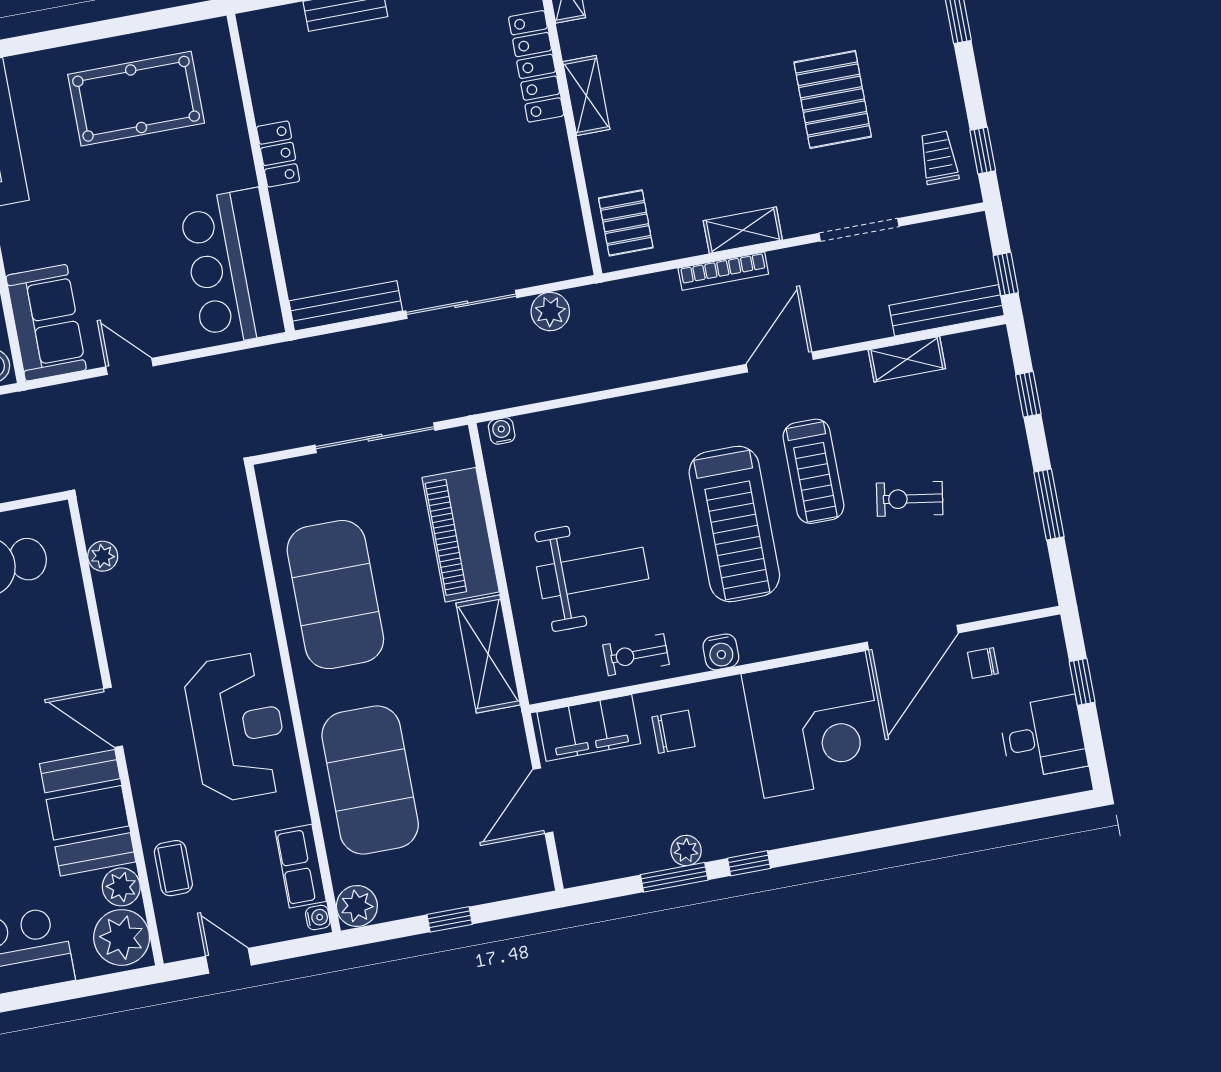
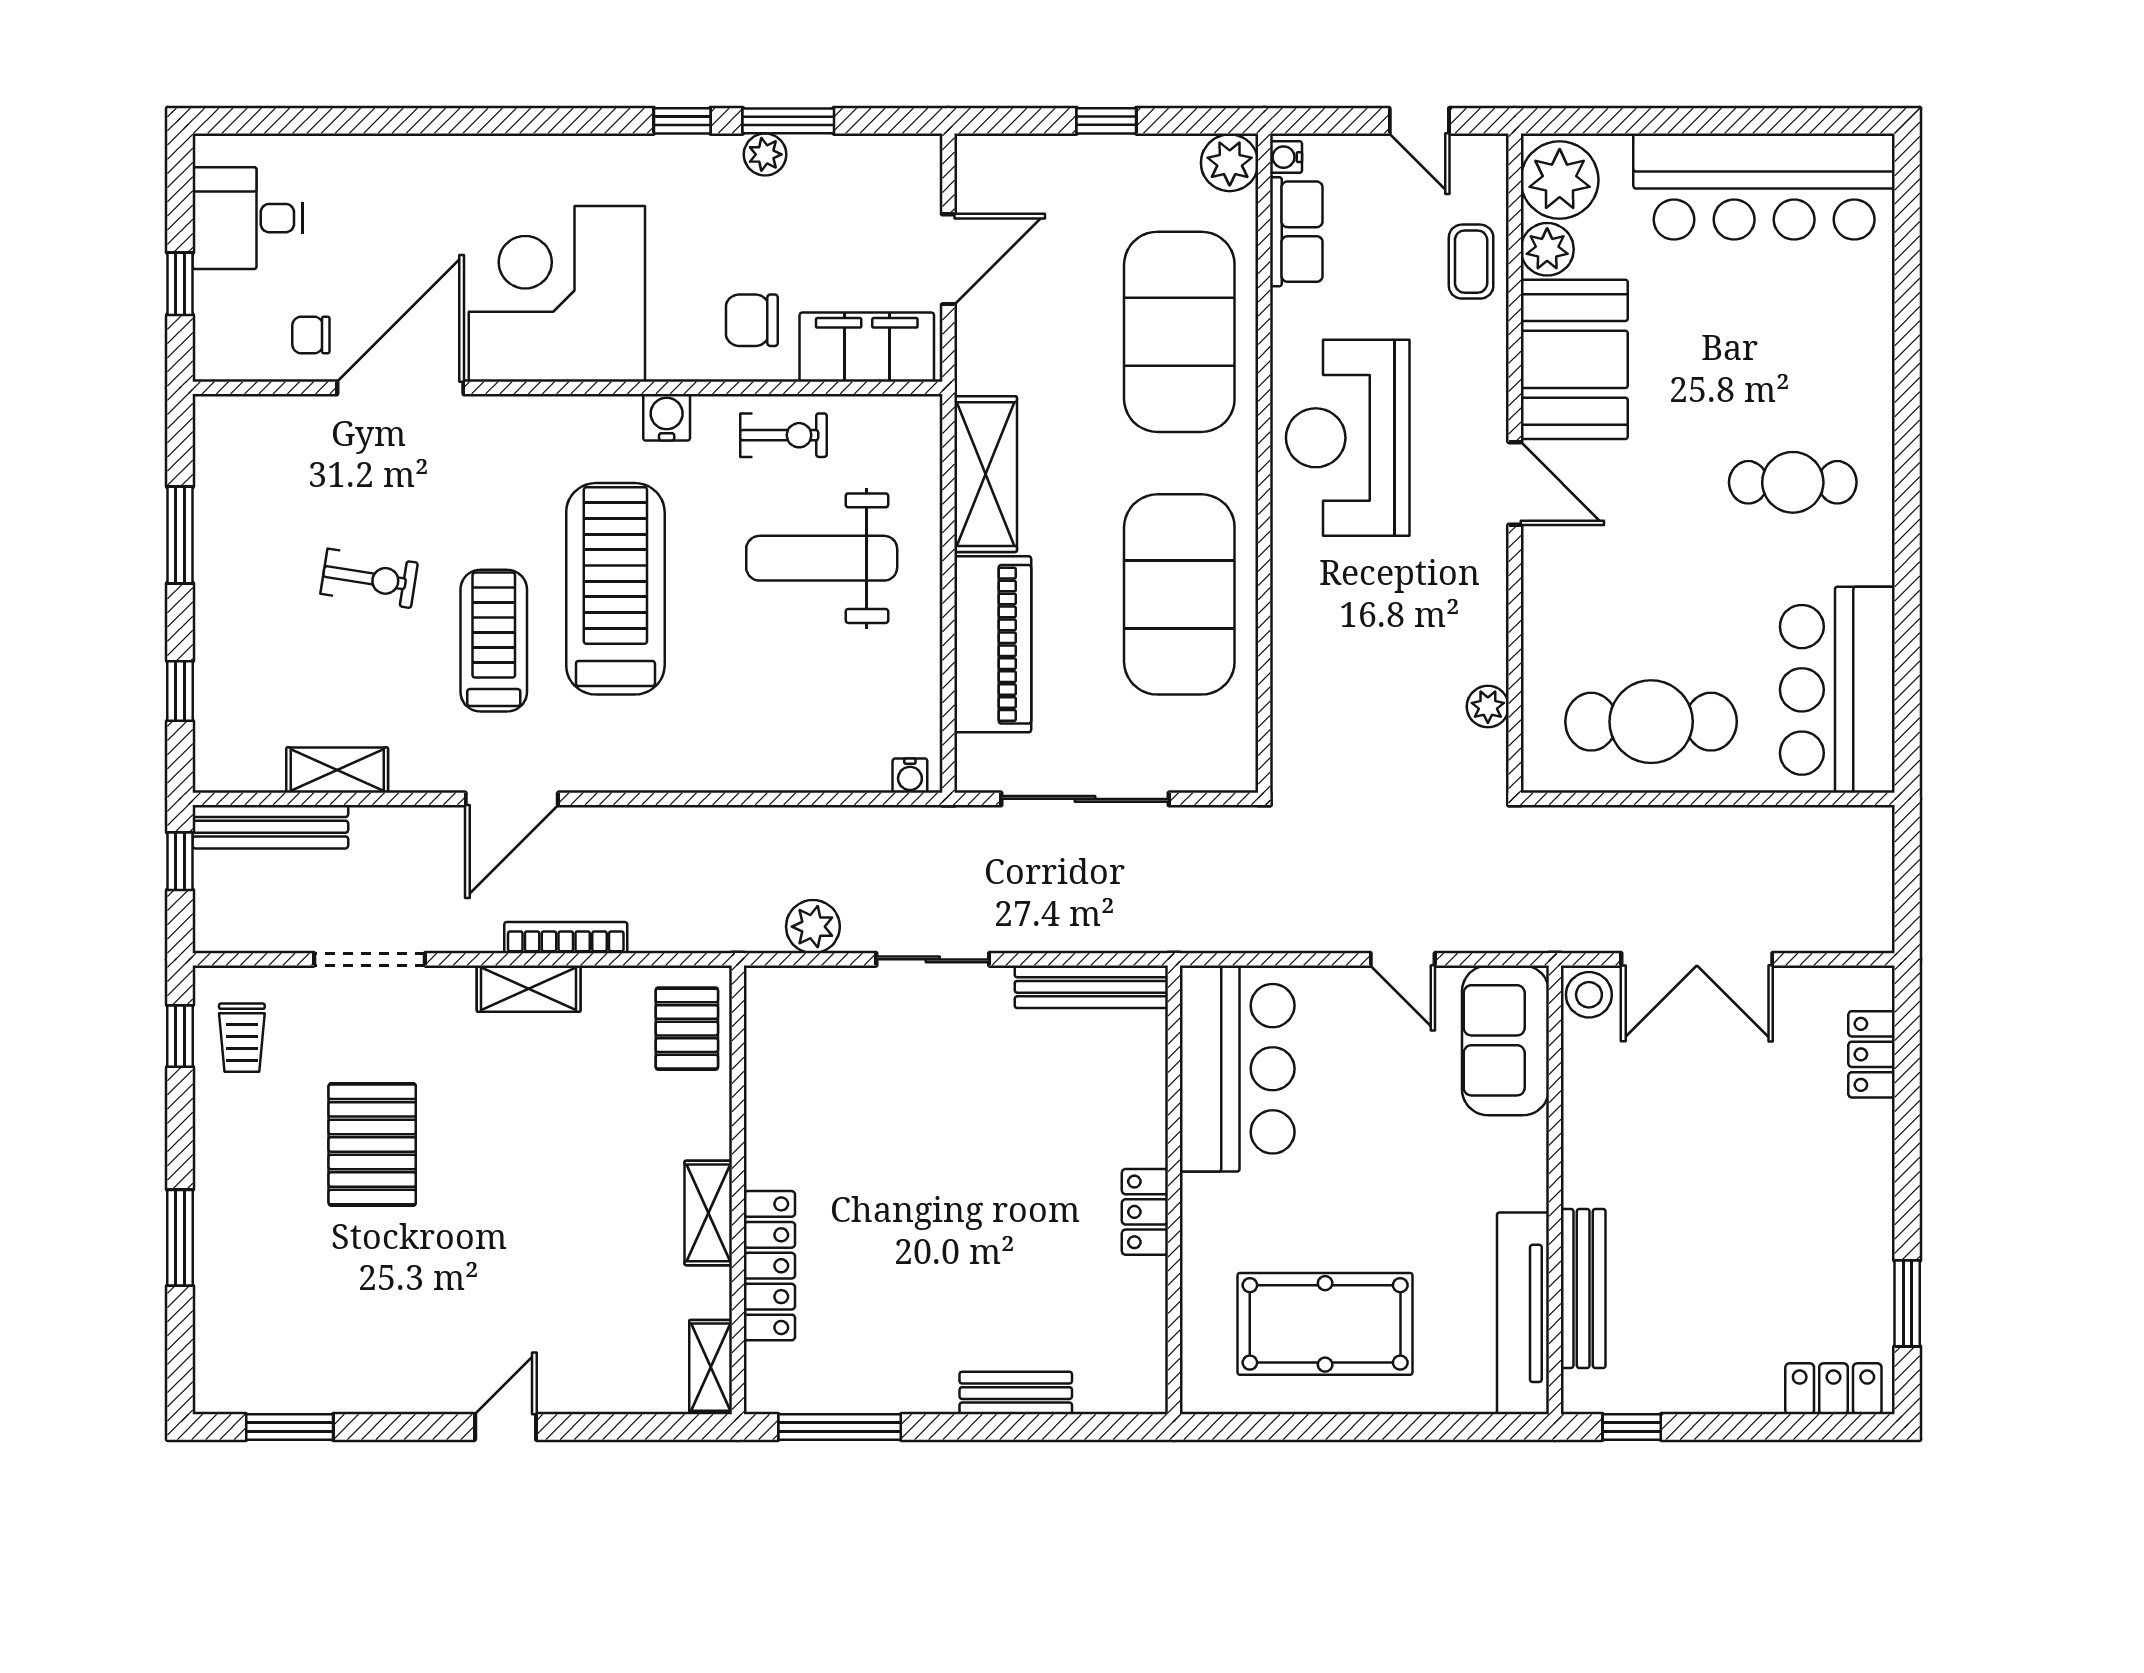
sliding door: (461, 304) -> (933, 959), width x0.73
chair: (983, 663) -> (311, 335), turned 180

